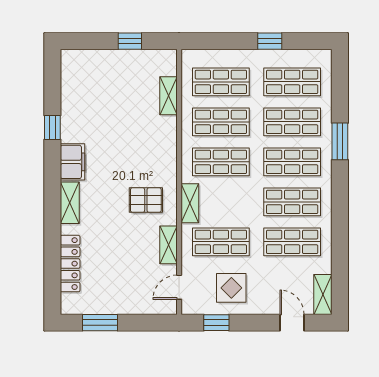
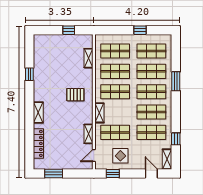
filing cabinet: (73, 162) -> (40, 92), removed
pallet: (146, 200) -> (75, 95), moved
window: (340, 255) -> (176, 139), added

